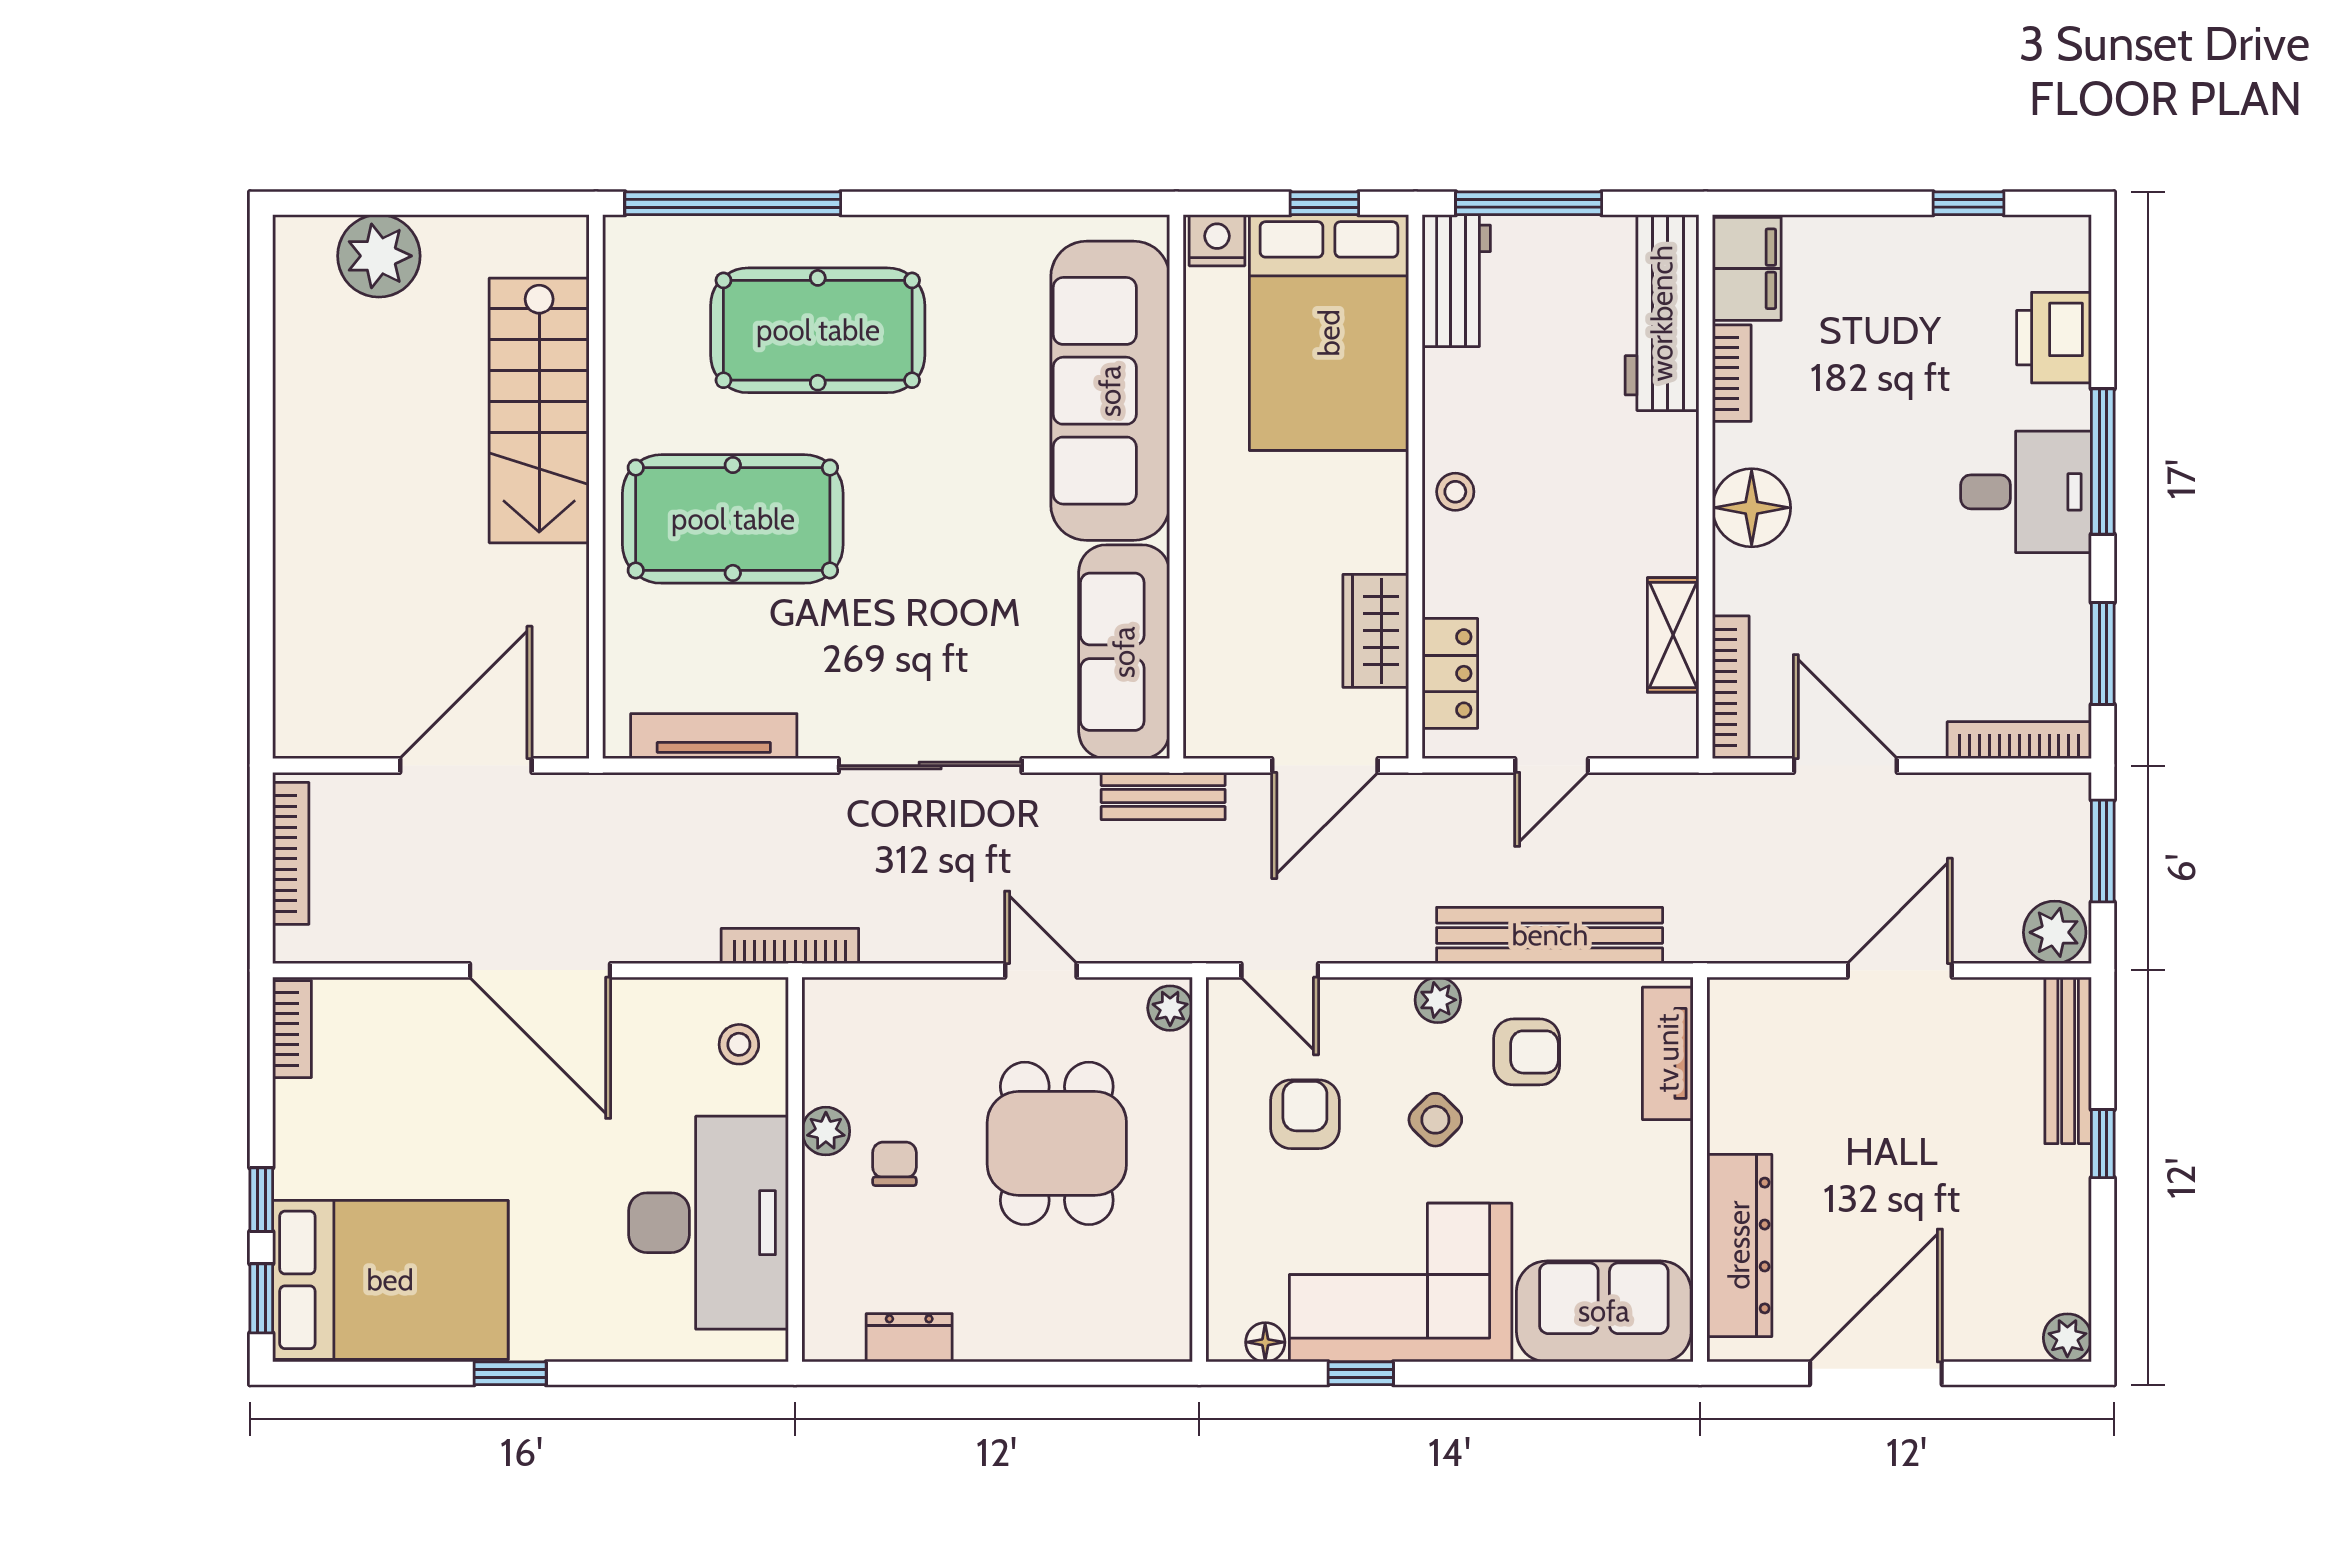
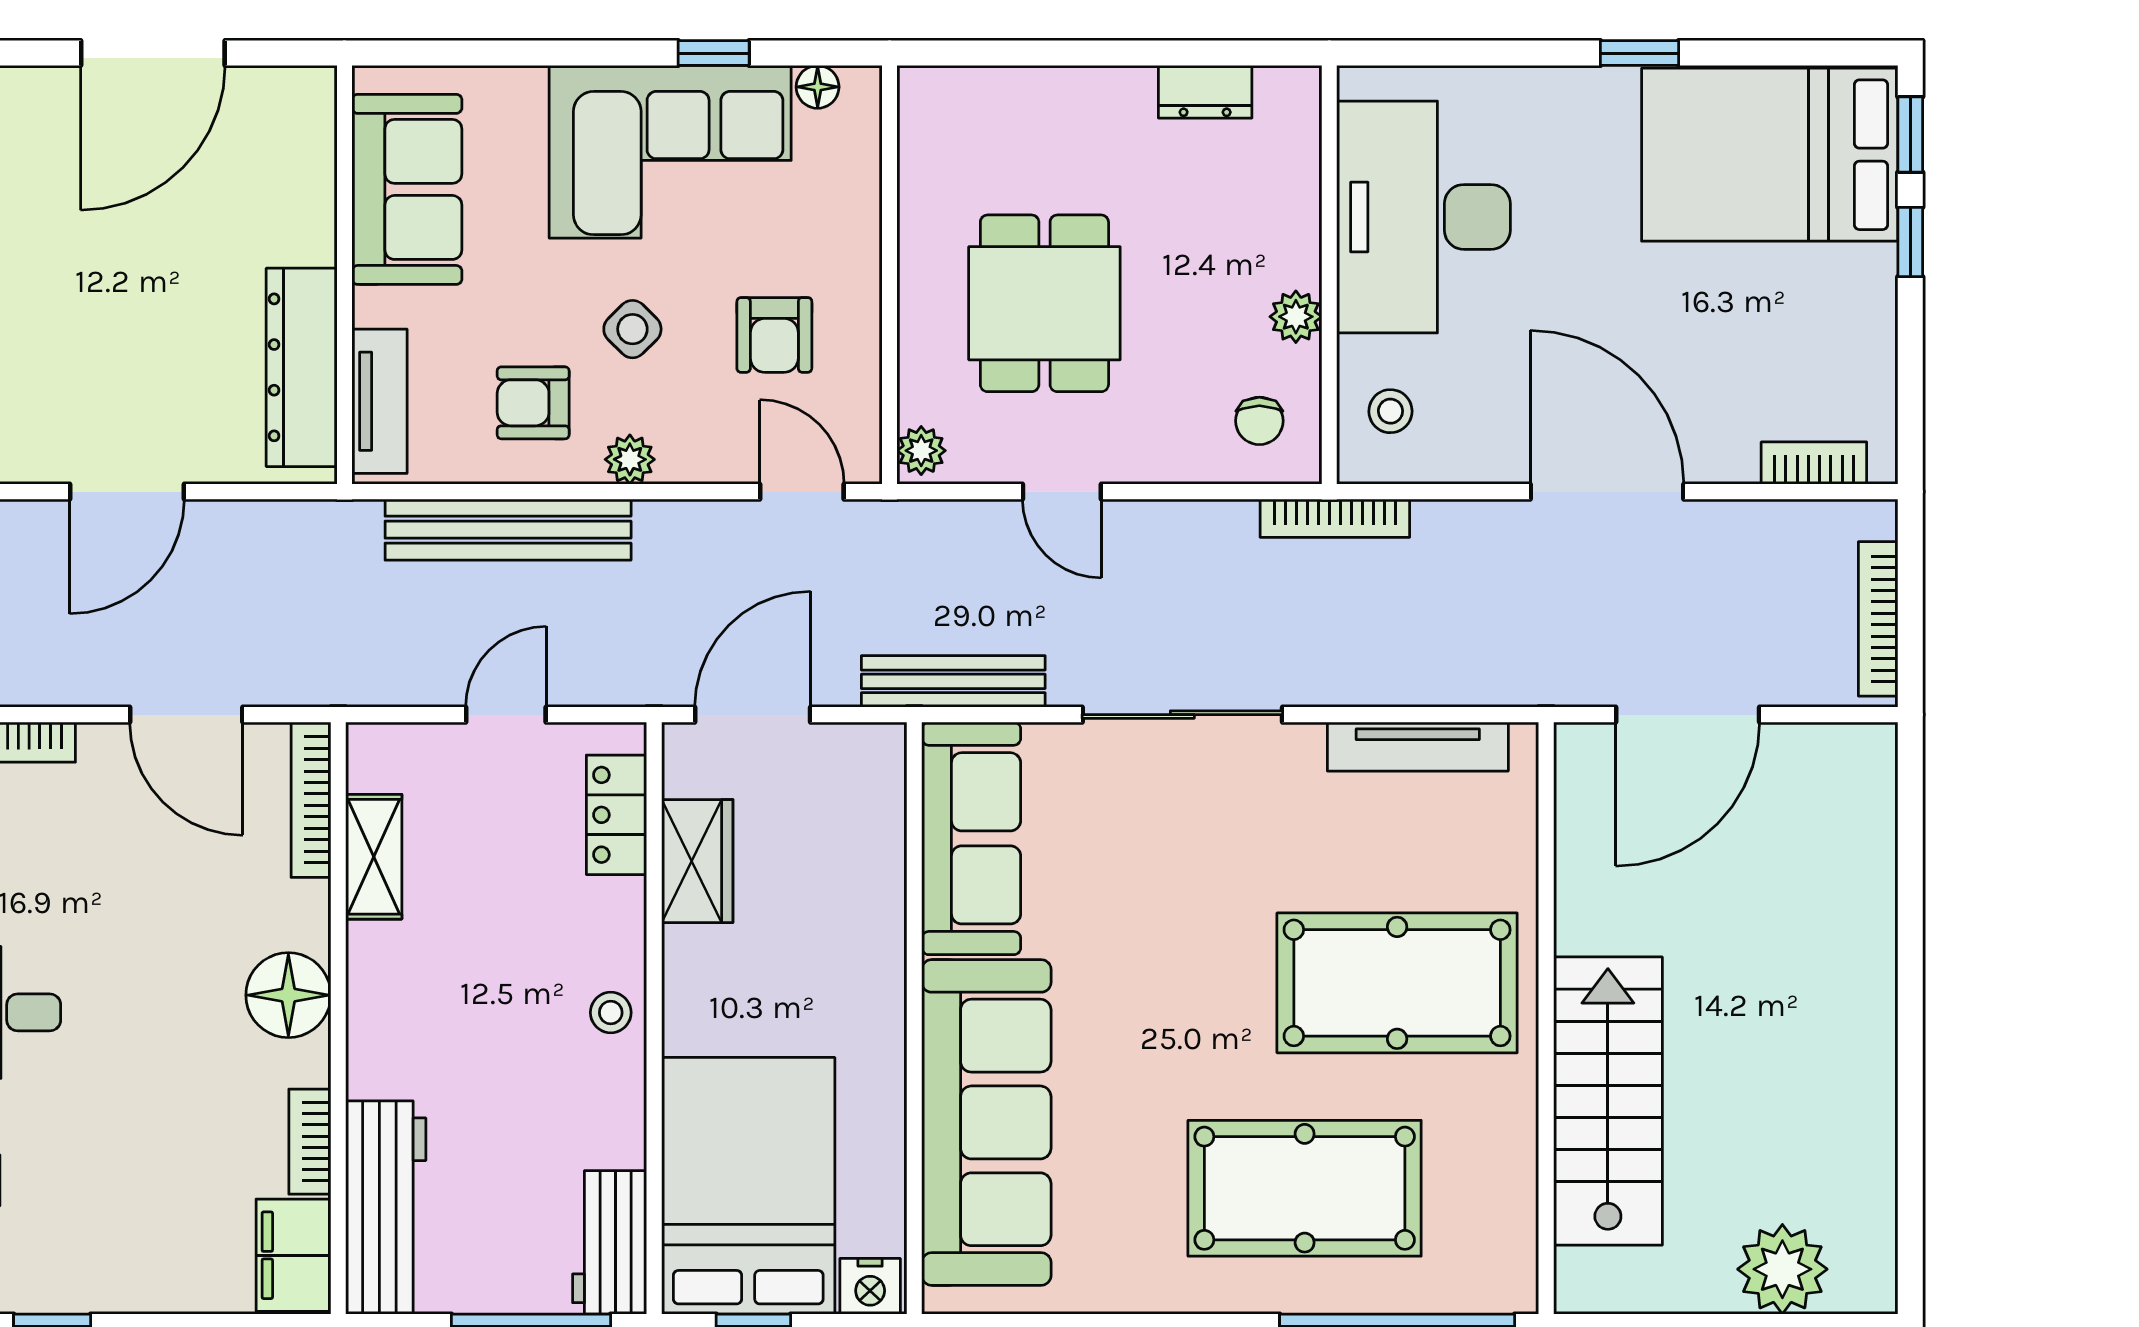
bench: (1163, 796) -> (953, 681), width x1.36
bookcase: (292, 1029) -> (1814, 463), moved, turned 90
chair: (894, 1164) -> (1259, 421), moved
dresser: (1739, 1245) -> (302, 367), moved
sofa: (1604, 1311) -> (407, 189), moved, turned -90

